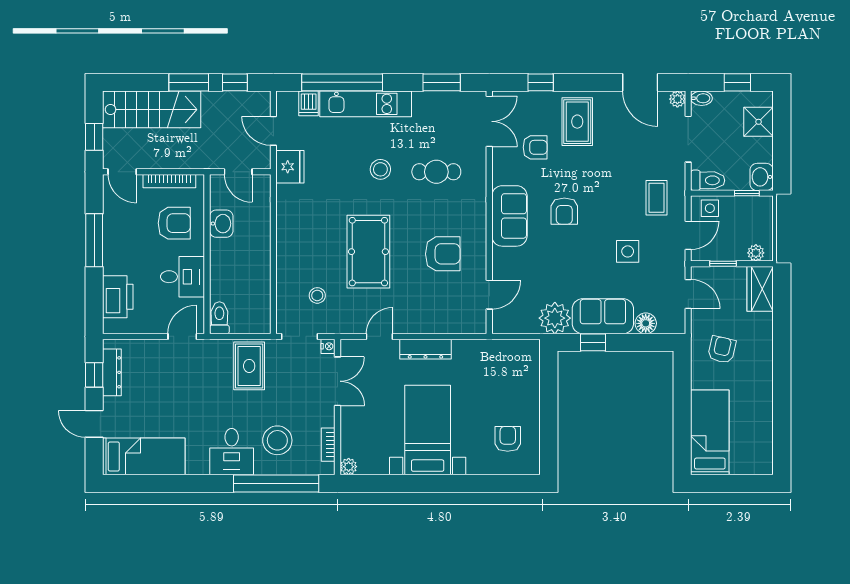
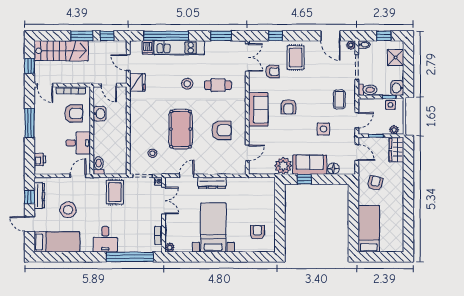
side table: (710, 208) -> (390, 105), moved
printer: (118, 297) -> (40, 159), width x0.53, depth x0.68
stool: (277, 440) -> (68, 210), moved

